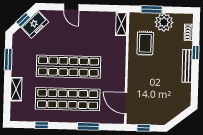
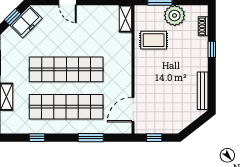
rug: (145, 43) -> (154, 40), turned 90
bench: (187, 66) -> (203, 91), moved
door: (126, 103) -> (133, 110), hinge flipped

